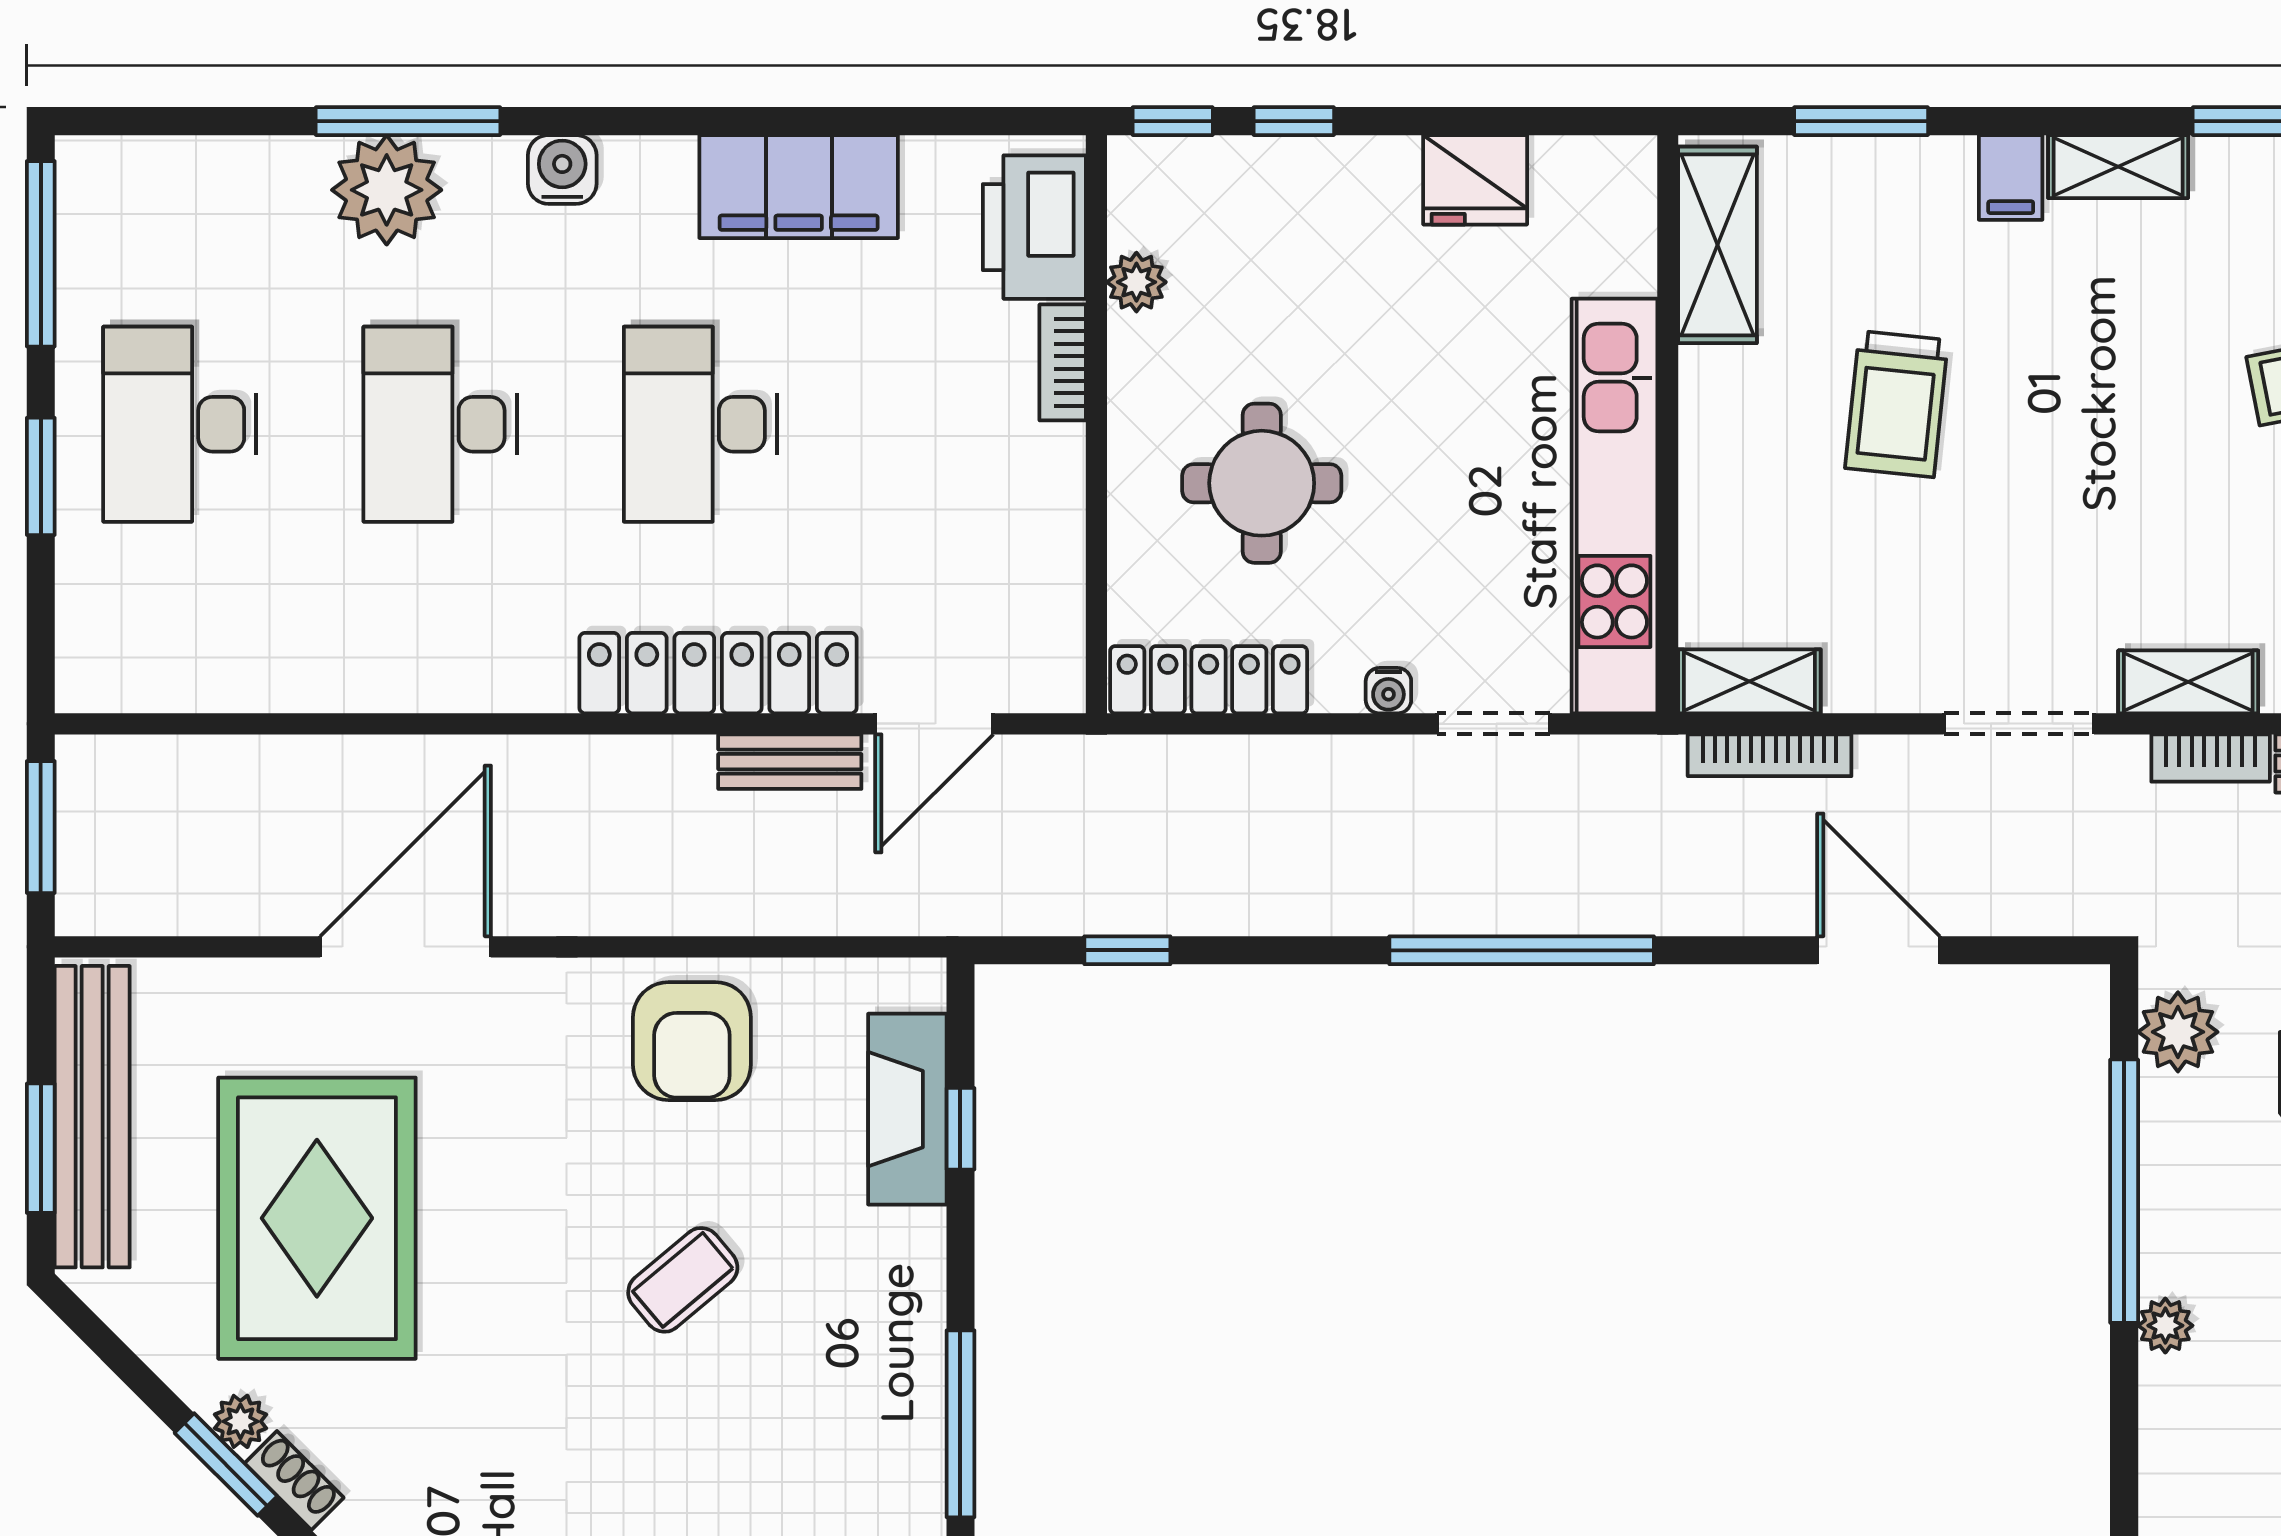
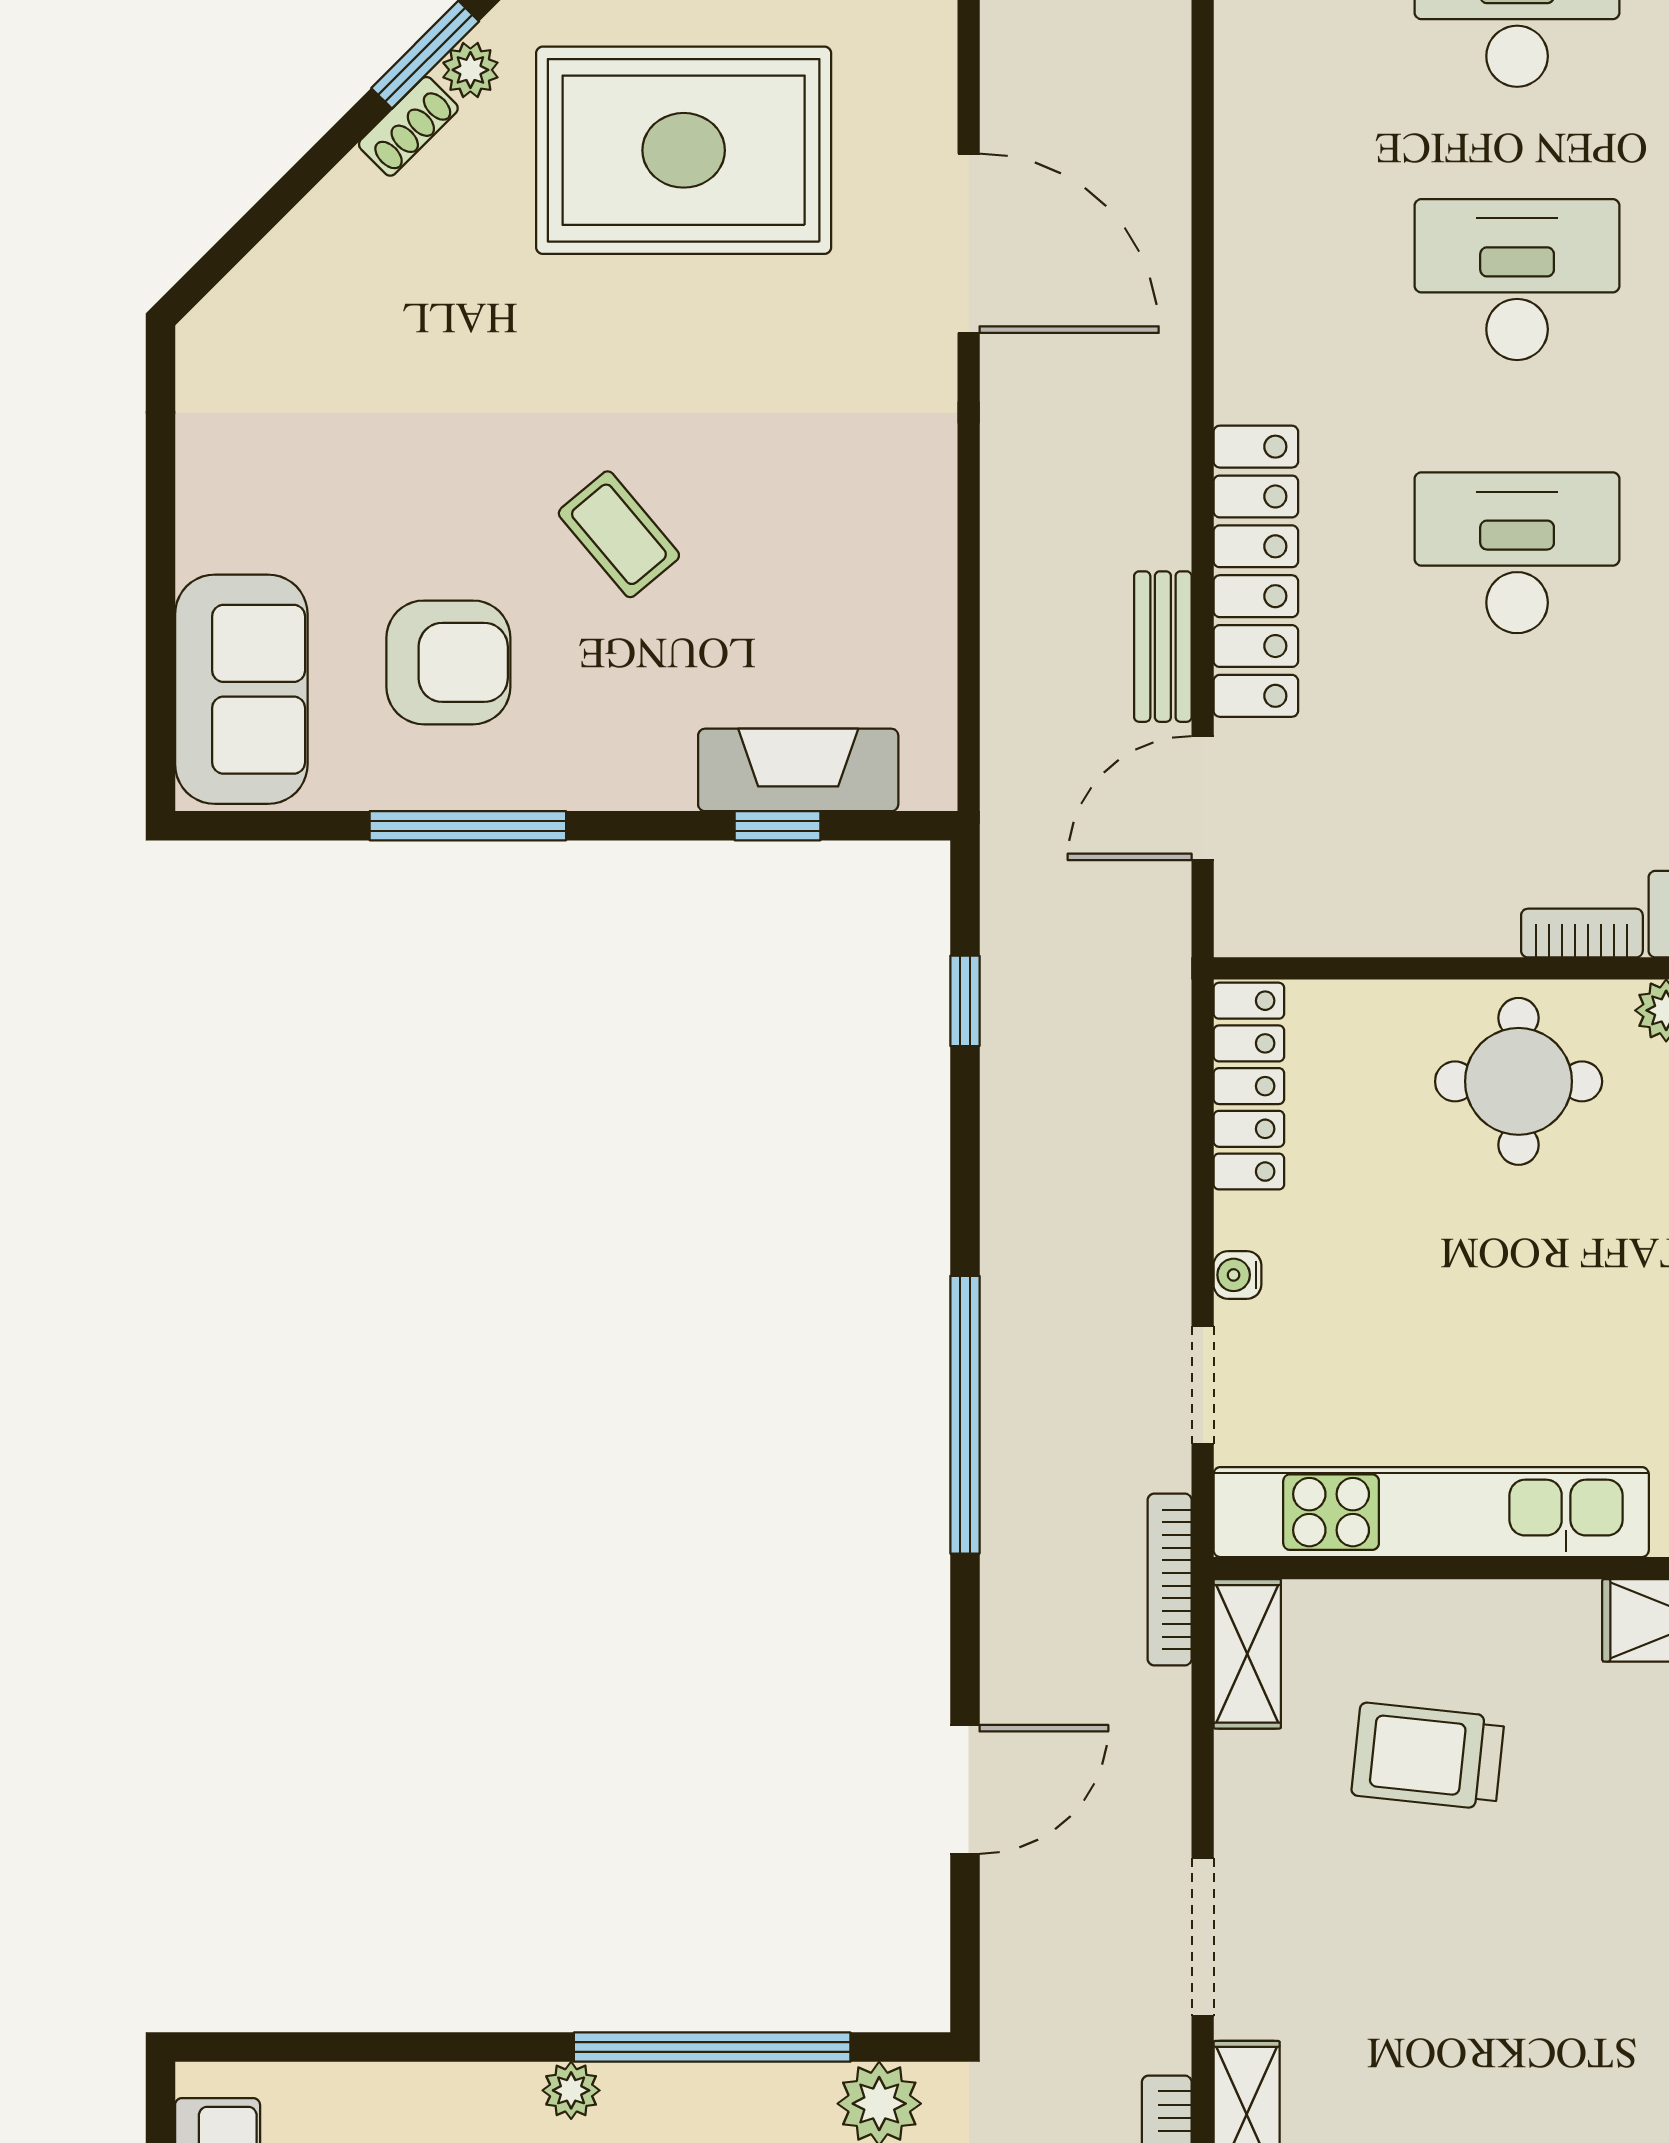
trolley: (1897, 404) -> (1428, 1756), moved
round table: (1262, 483) -> (1519, 1081), moved
door: (934, 724) -> (1203, 798), hinge flipped
bookcase: (1770, 755) -> (1170, 1579), moved
armchair: (692, 1041) -> (448, 662), moved, turned 180

